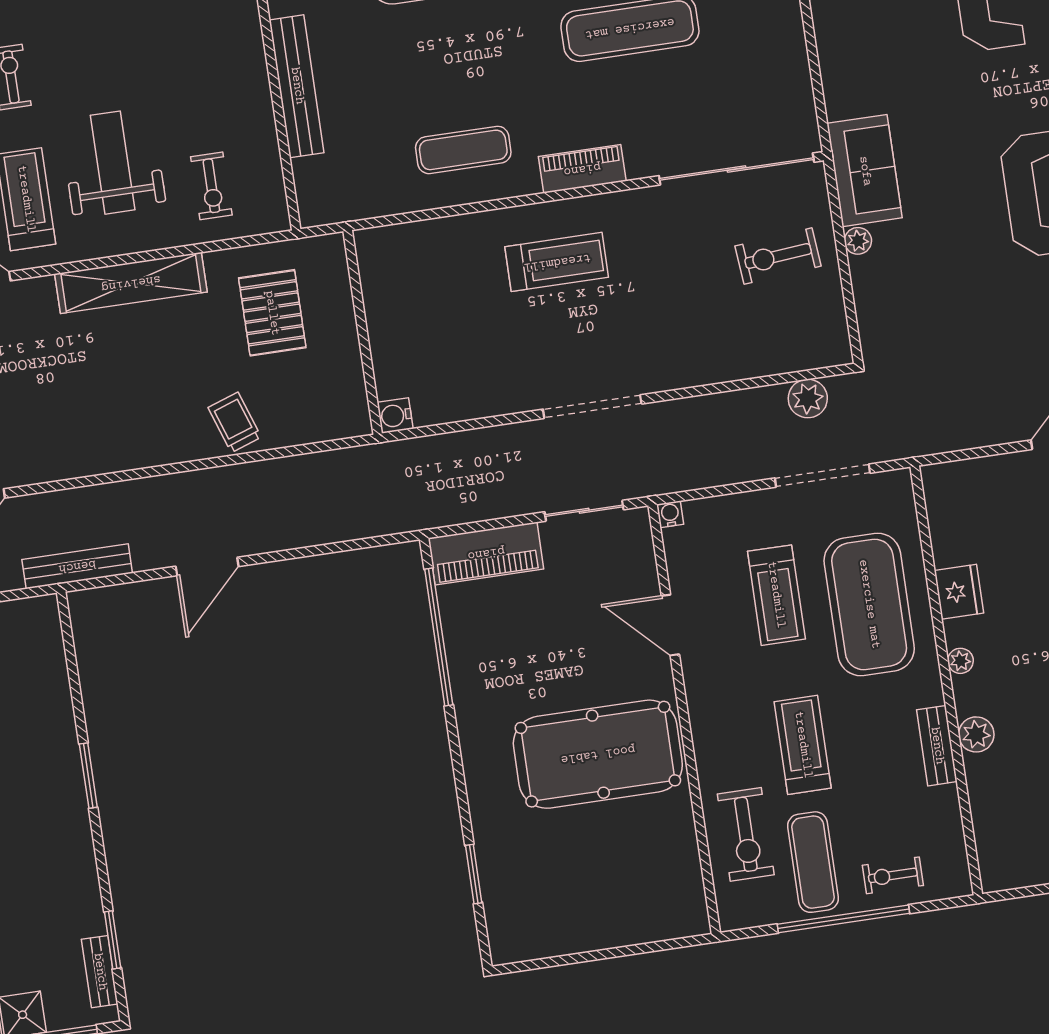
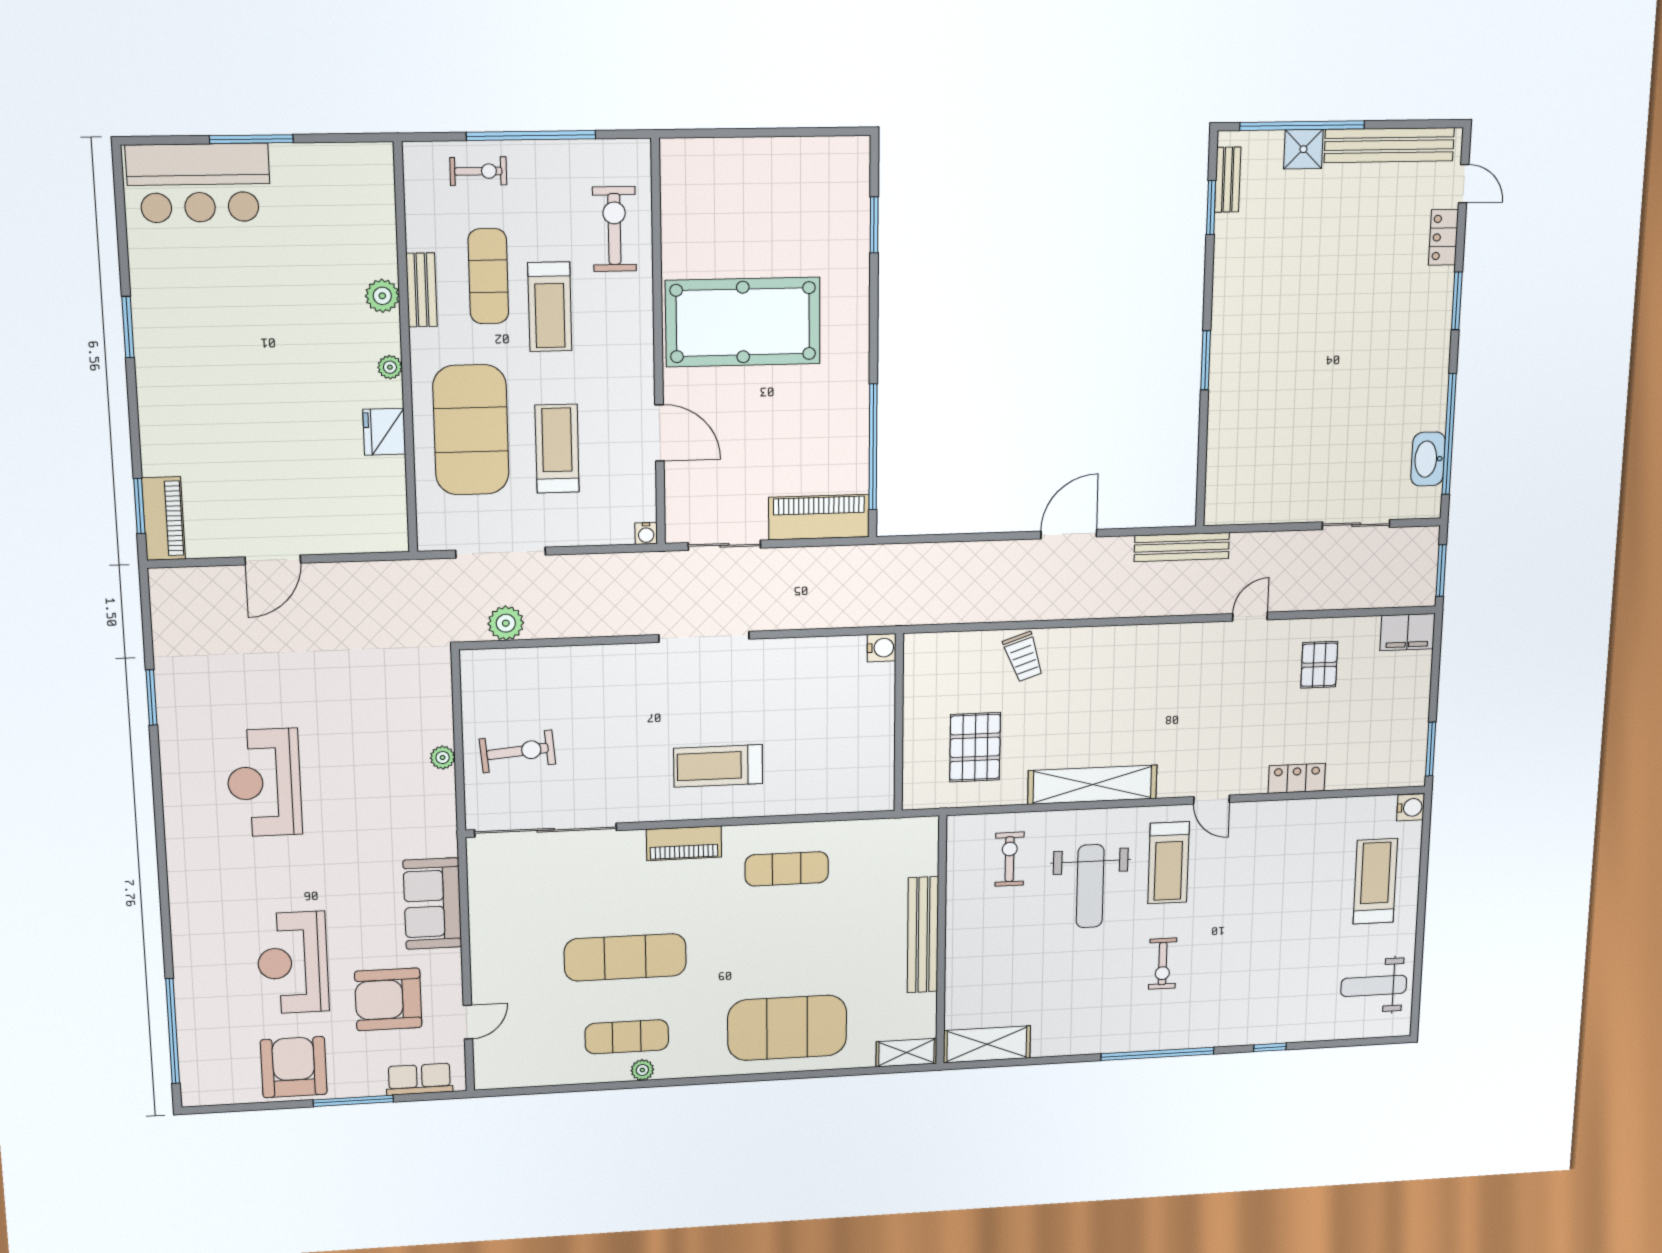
sofa: (865, 171) -> (432, 904), moved
exercise mat: (813, 862) -> (488, 276), moved

